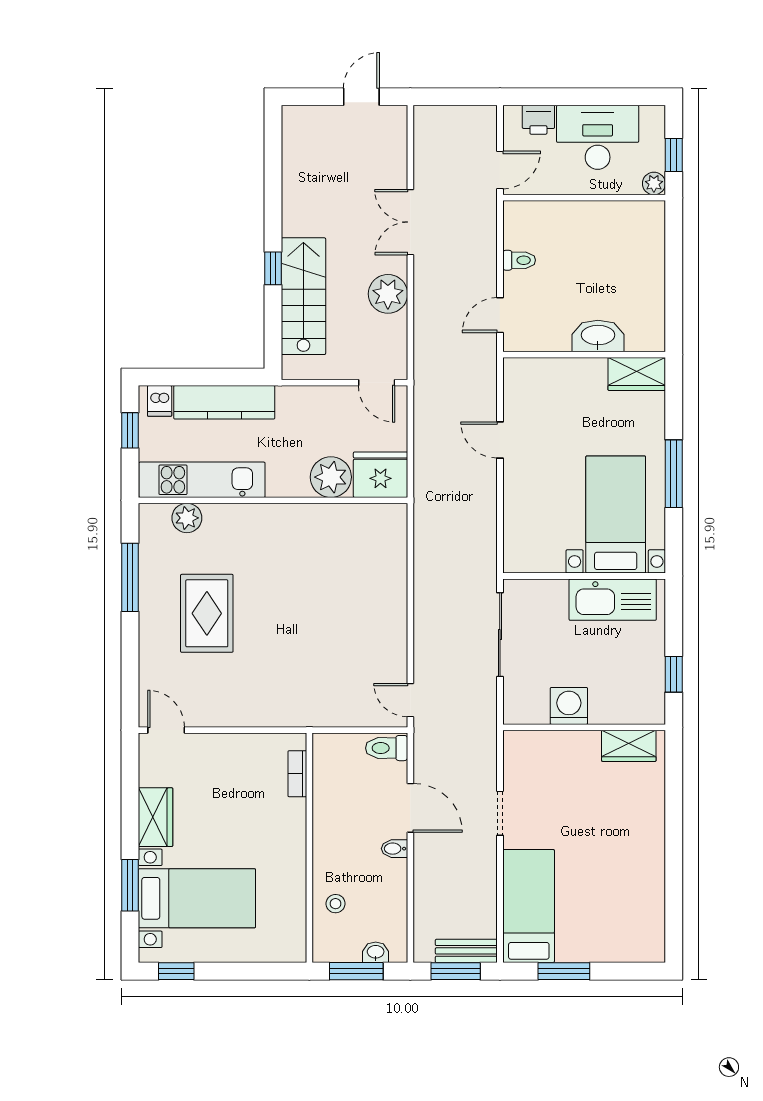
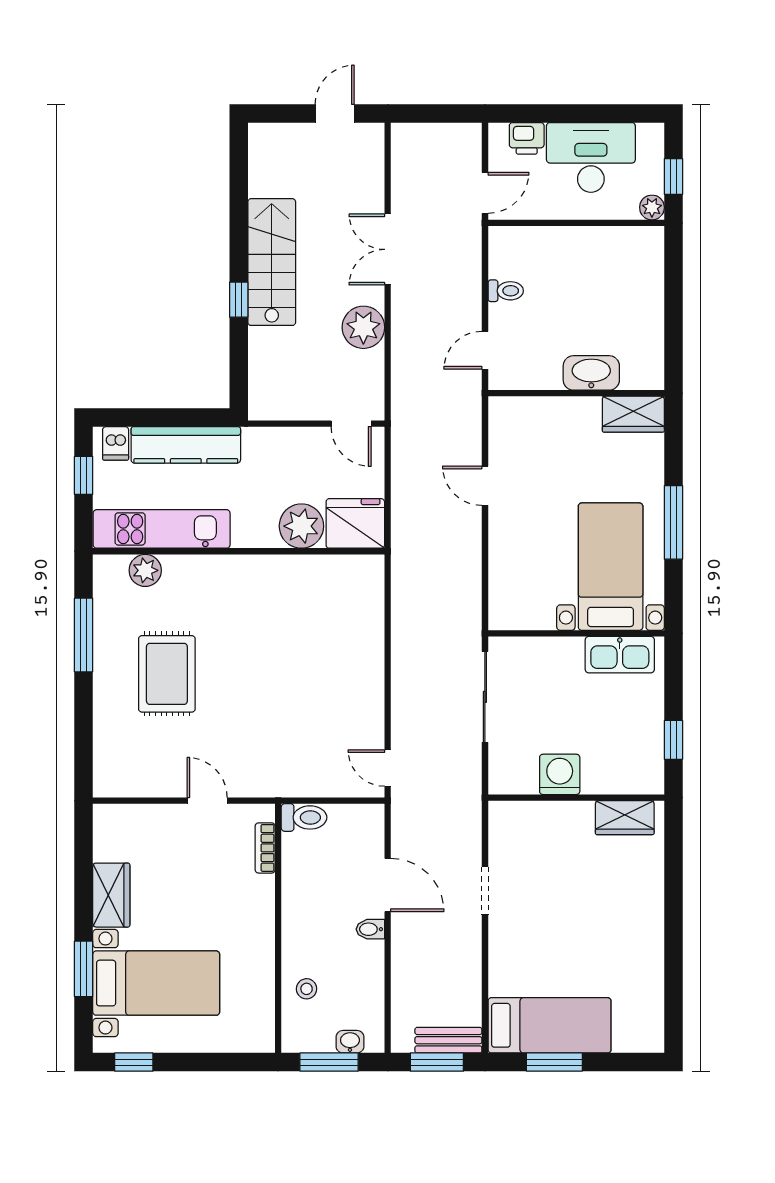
stairs: (303, 296) -> (272, 262), moved
kitchen sink: (613, 600) -> (620, 655), width x0.73, depth x0.81
door: (166, 730) -> (207, 801), moved
toilet: (387, 748) -> (304, 817), moved, turned 180
bed: (529, 906) -> (549, 1025), moved, turned 90

